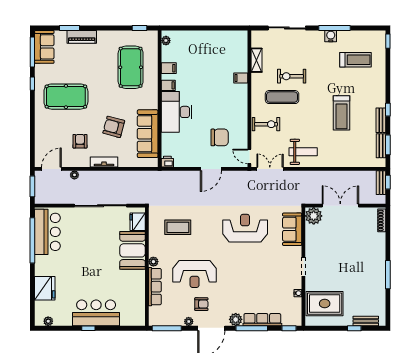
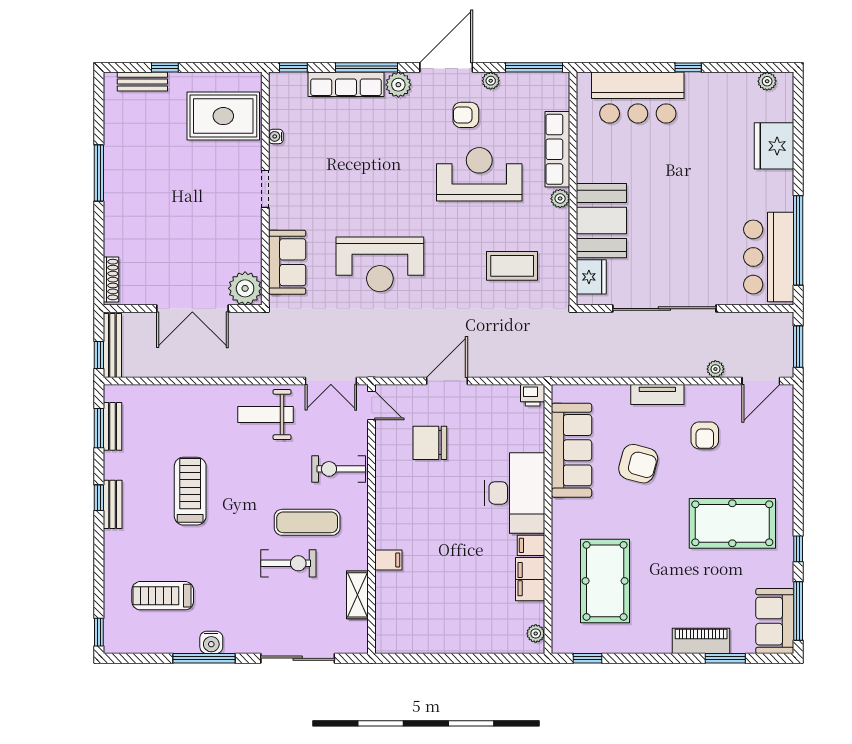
filing cabinet: (169, 68) -> (530, 579), width x2.00
bench: (381, 120) -> (113, 504), moved
bench: (381, 183) -> (112, 345), width x1.36
bar counter: (96, 313) -> (638, 98), moved

